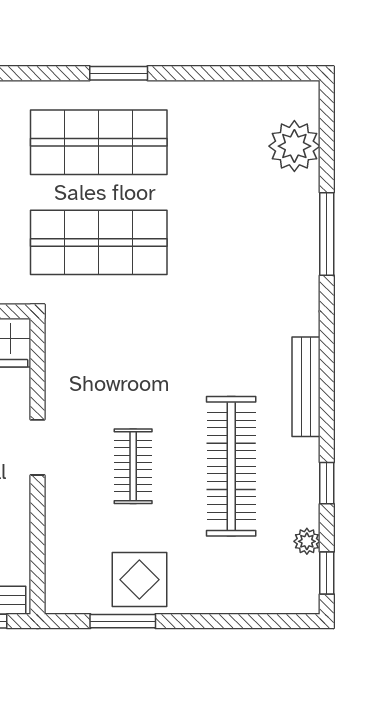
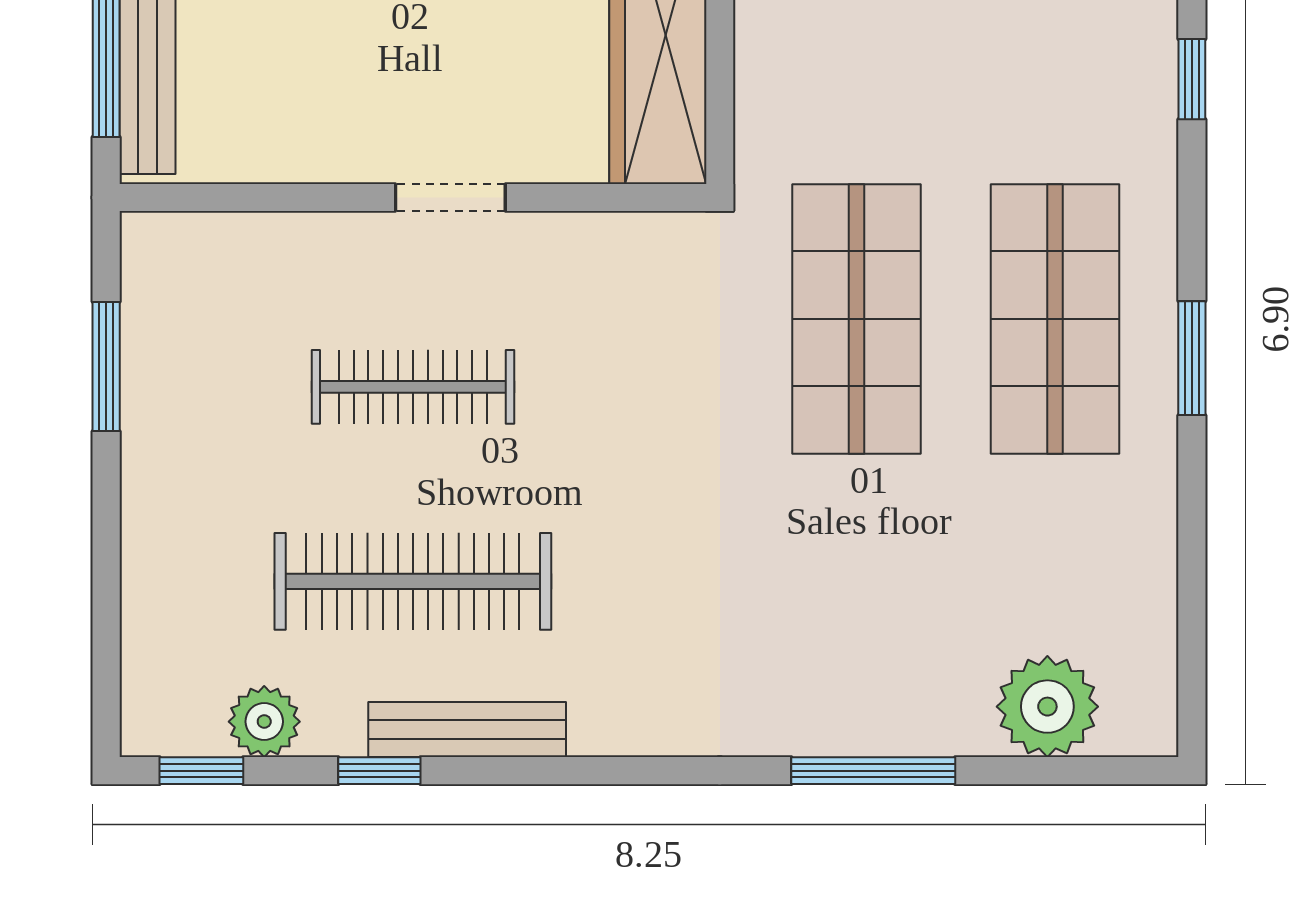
bench: (306, 387) -> (467, 730), moved
clothes rail: (133, 466) -> (413, 387), width x1.36
plant: (307, 541) -> (264, 722), width x1.38, depth x1.38
display table: (139, 580) -> (188, 399), removed

